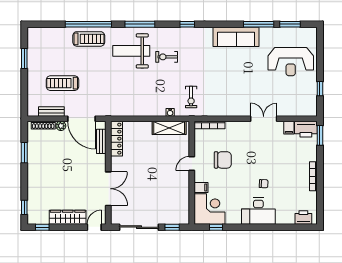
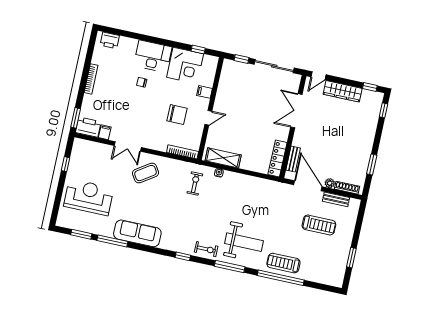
exercise bike: (167, 57) -> (206, 249), moved
coffee table: (241, 97) -> (145, 173), added
chair: (223, 160) -> (177, 115), turned 180
corner desk: (209, 209) -> (185, 66), moved, turned -90

